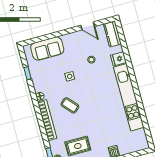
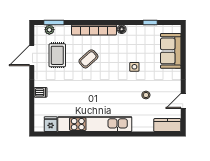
fridge: (118, 59) -> (51, 124), moved
coffee table: (70, 105) -> (88, 59), moved

